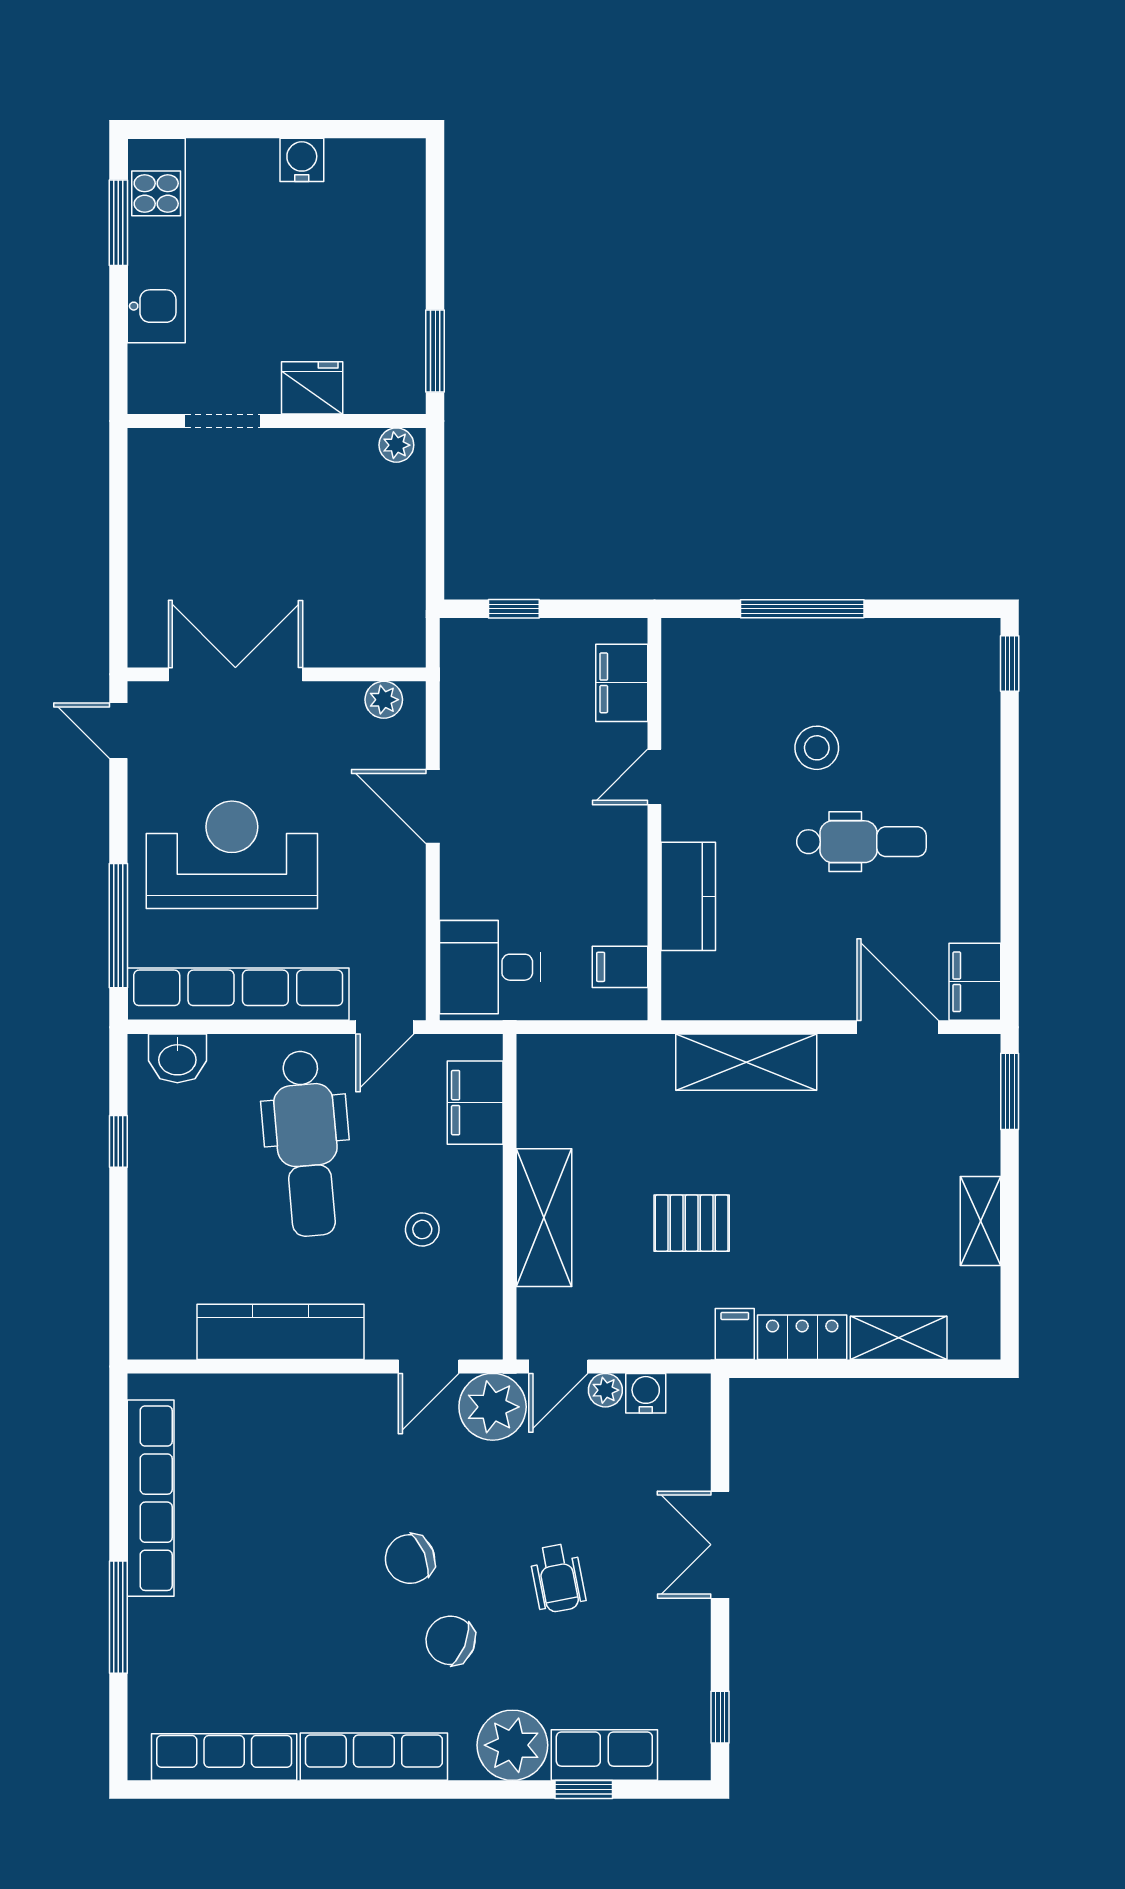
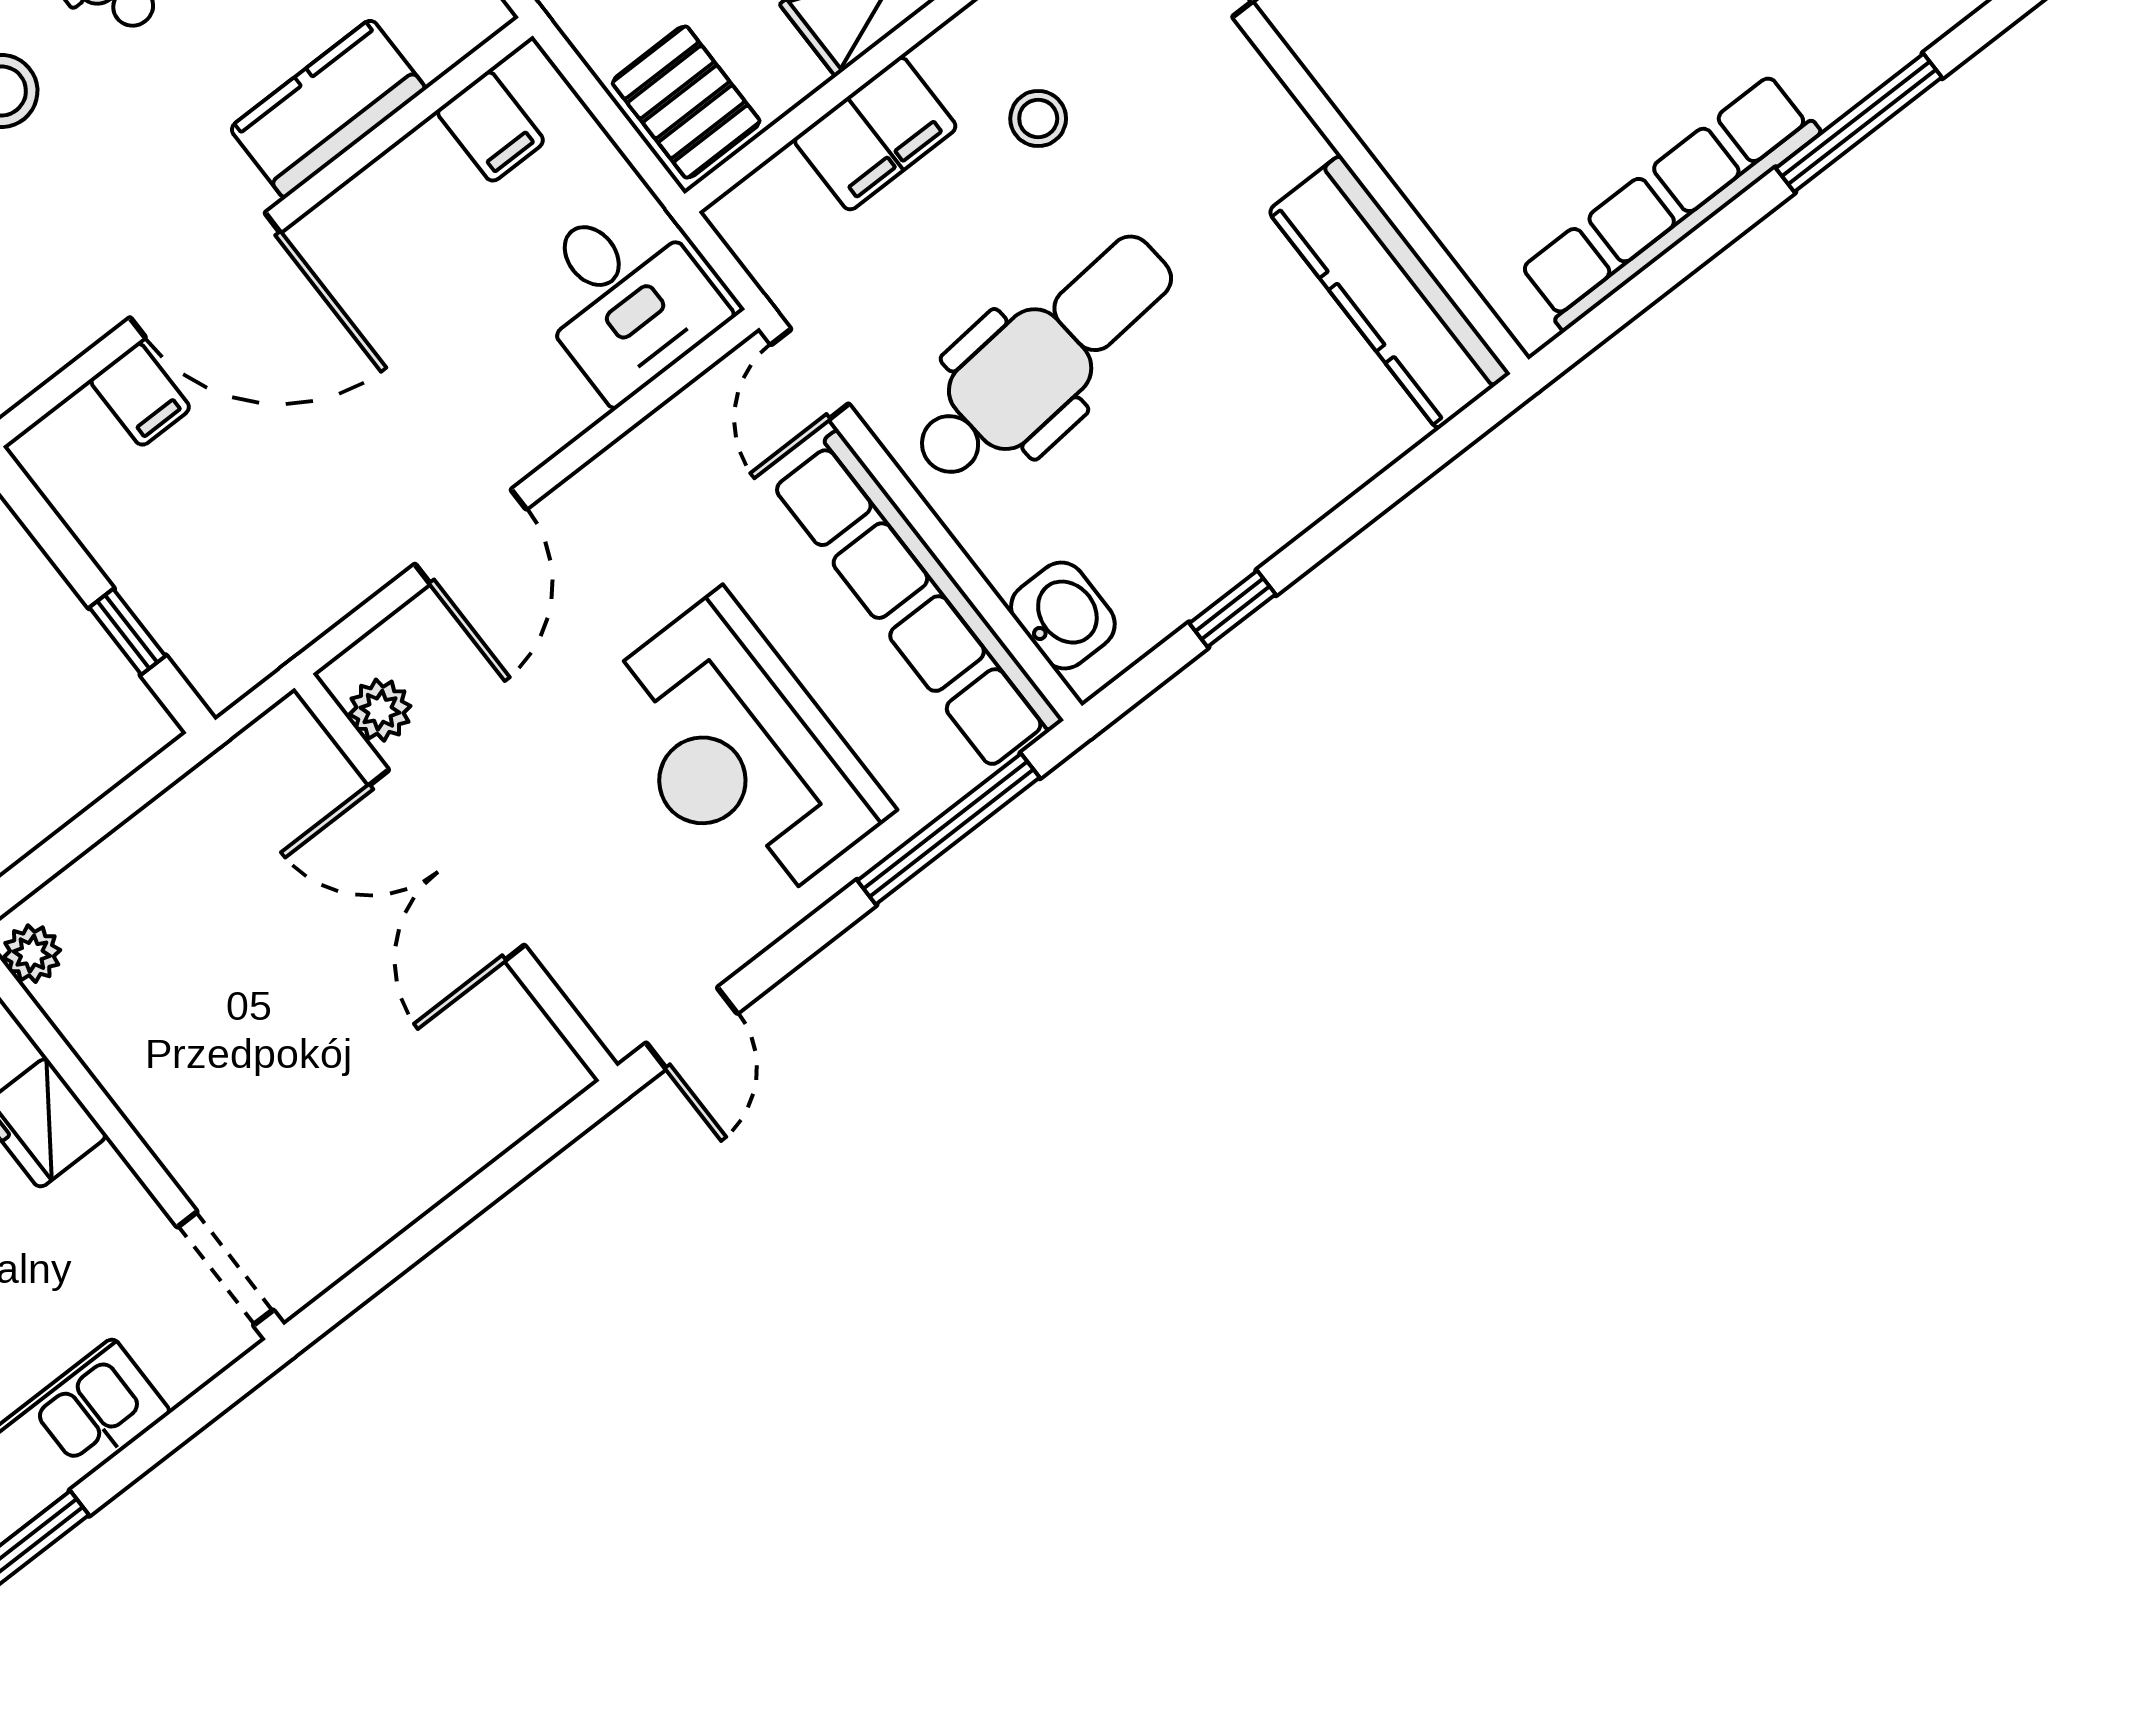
doorway: (223, 421) -> (225, 1268), moved
double door: (235, 674) -> (447, 865), moved
filing cabinet: (622, 683) -> (140, 394), width x0.50
door: (654, 777) -> (205, 275), width x1.87
door: (385, 1027) -> (810, 374), swing flipped
pallet: (560, 1069) -> (686, 102), added
filing cabinet: (475, 1103) -> (875, 134), moved
kitchen counter: (280, 1332) -> (1389, 292), moved

